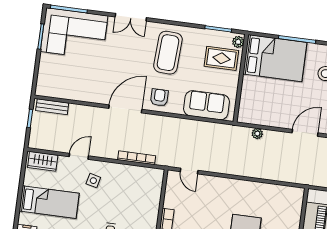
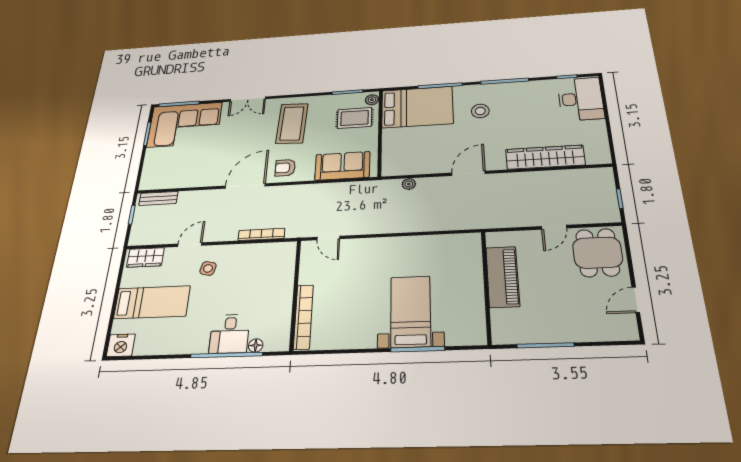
armchair: (159, 97) -> (285, 168), turned -90

